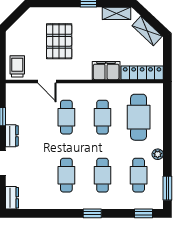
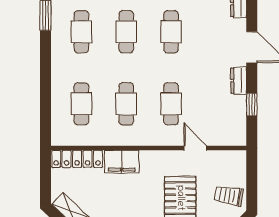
trolley: (17, 66) -> (229, 196), moved, turned 100
cafe table: (139, 117) -> (81, 104), width x0.73, depth x0.74
plant: (158, 154) -> (58, 58), removed

